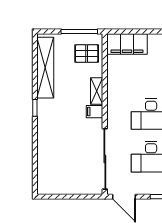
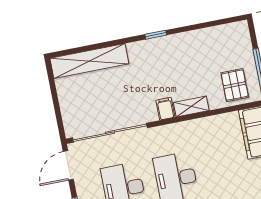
shelving: (45, 68) -> (89, 61), moved

